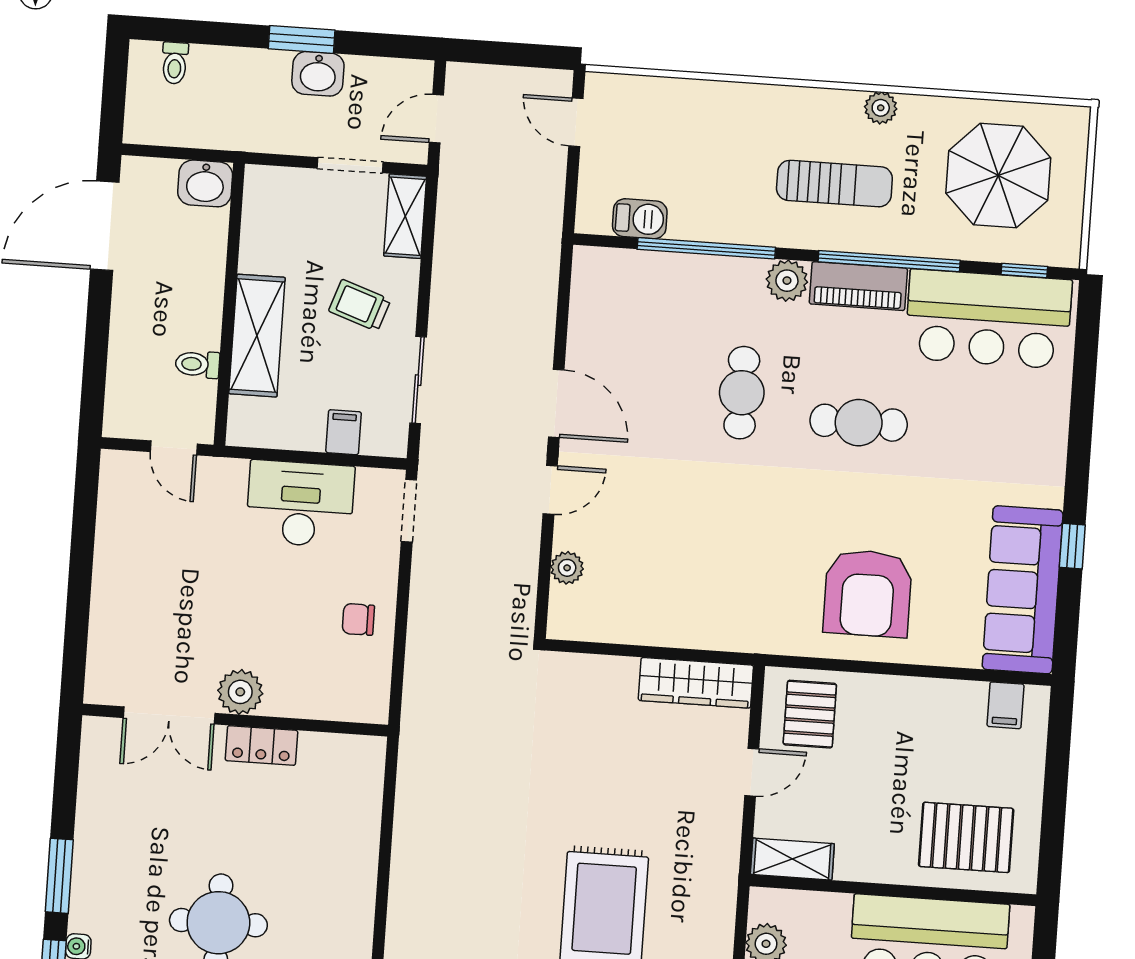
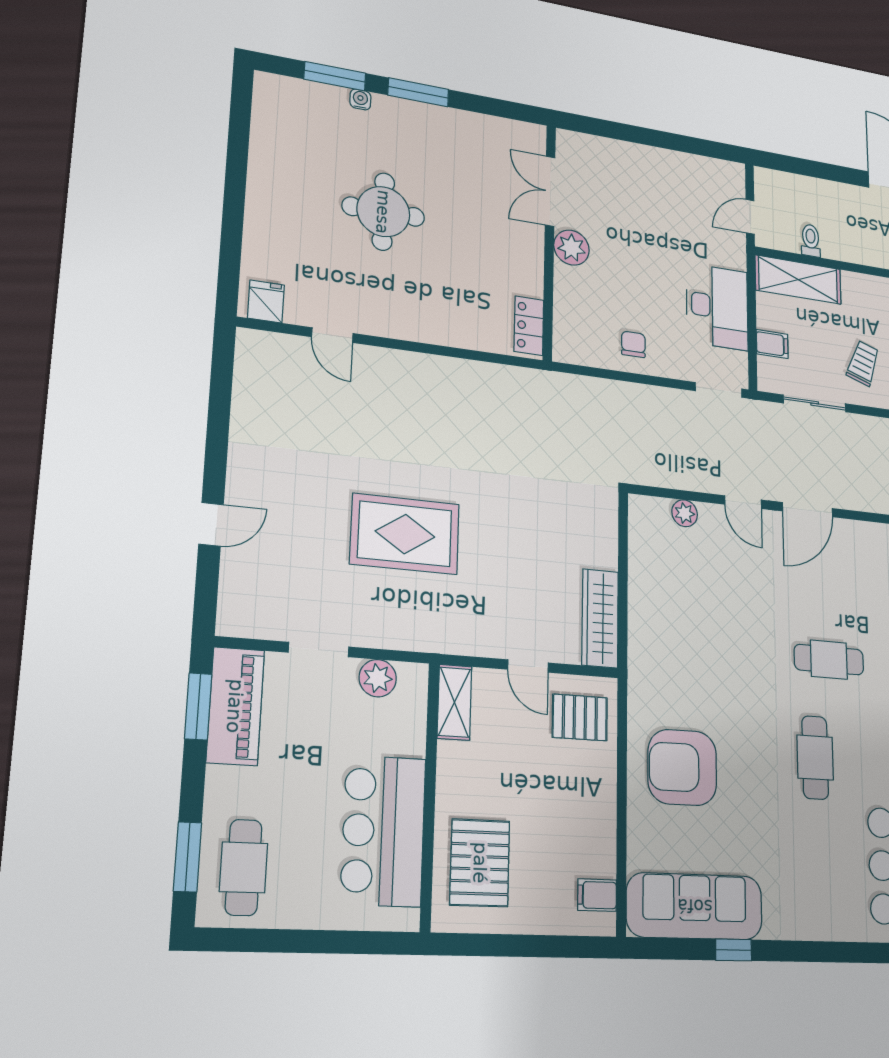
shelving: (257, 336) -> (798, 280), moved
locker: (261, 745) -> (529, 326), moved

